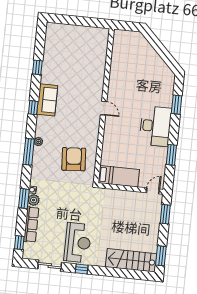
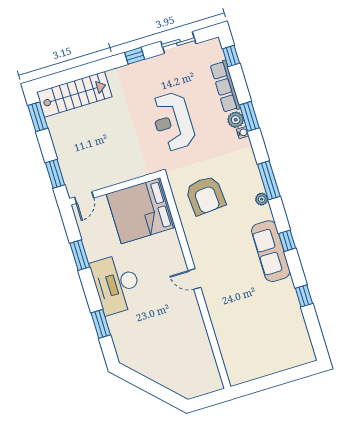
sofa: (47, 100) -> (271, 251), width x1.36
bed: (119, 176) -> (141, 211), width x2.04
reception desk: (78, 243) -> (173, 121), moved

